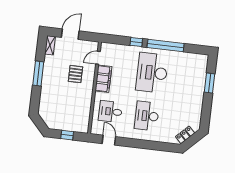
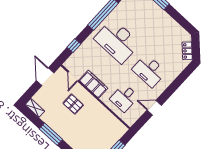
door: (70, 34) -> (45, 77), moved
window: (136, 42) -> (74, 46), moved
door: (109, 140) -> (154, 108), moved

